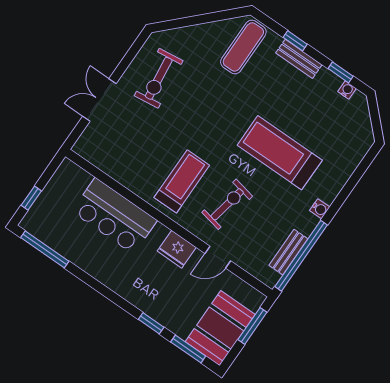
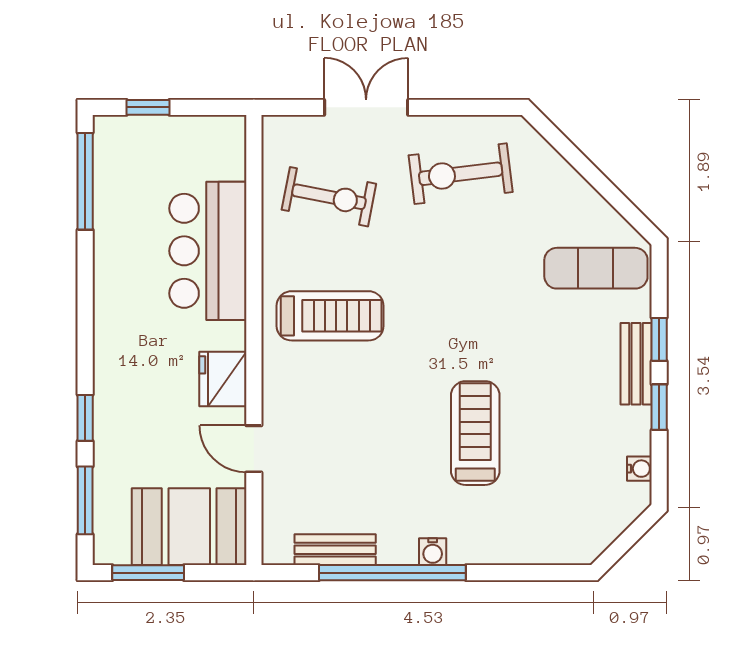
window: (341, 72) -> (659, 407), moved
treadmill: (280, 153) -> (475, 433), width x0.73, depth x0.73
exercise bike: (227, 204) -> (329, 197), moved
window: (301, 256) -> (392, 573), moved
window: (252, 326) -> (148, 573), moved
booth: (220, 328) -> (189, 527), moved

